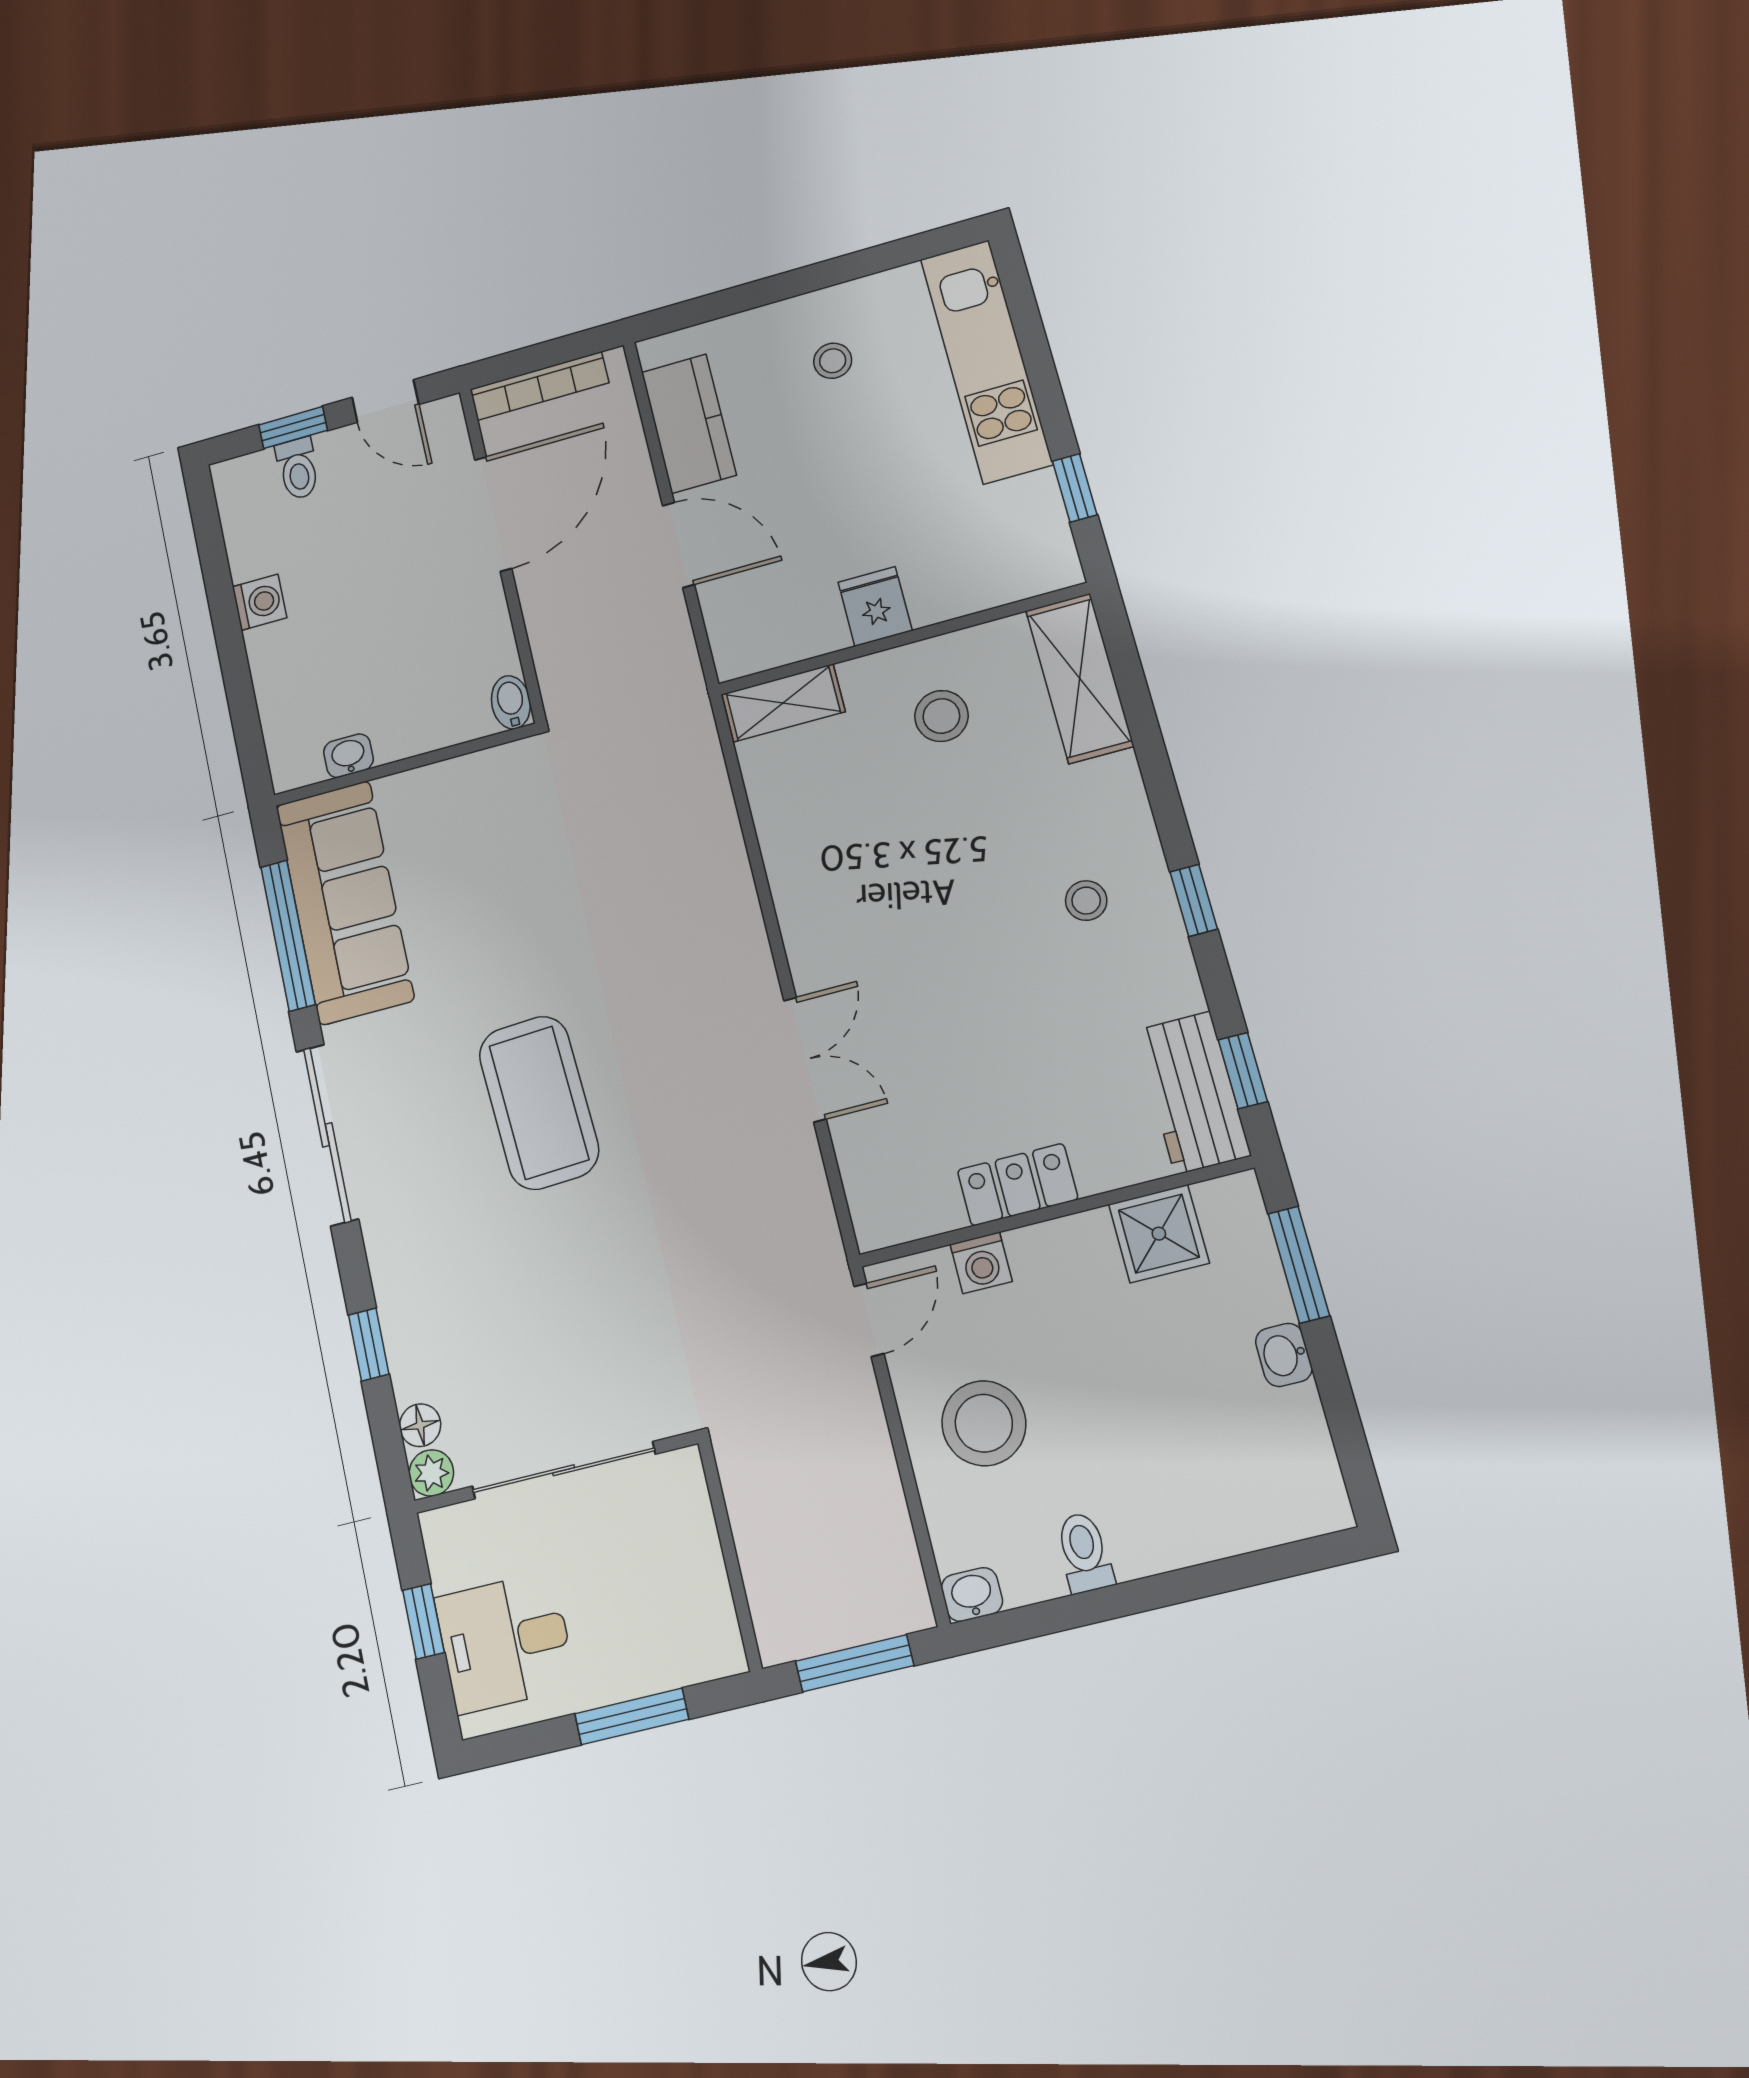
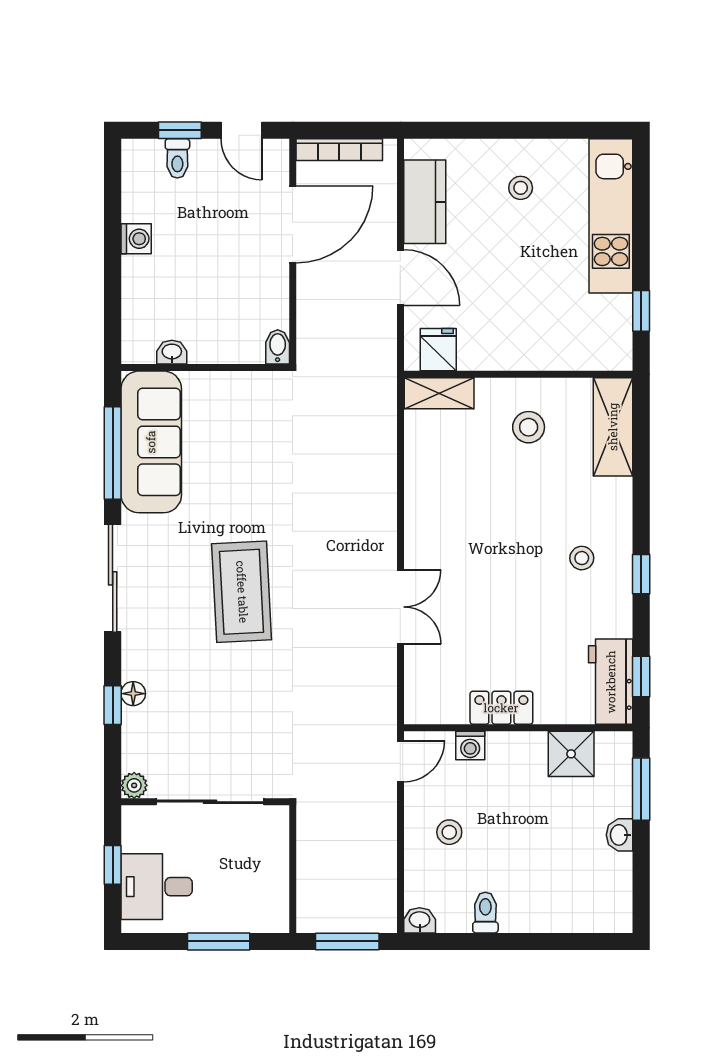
fridge: (875, 606) -> (438, 350), moved
stool: (984, 1423) -> (449, 832), width x0.53, depth x0.53
floor lamp: (420, 1425) -> (133, 694), moved

